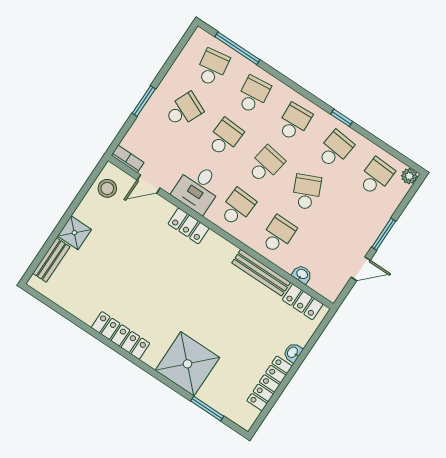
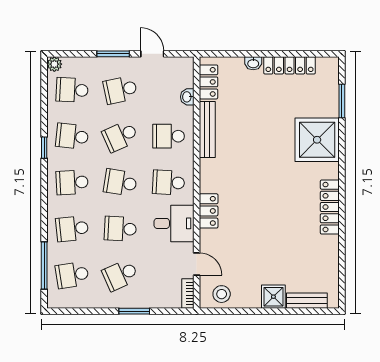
school desk: (184, 110) -> (120, 275), turned -48
school desk: (348, 219) -> (120, 90), added

